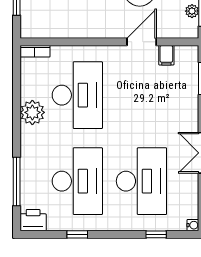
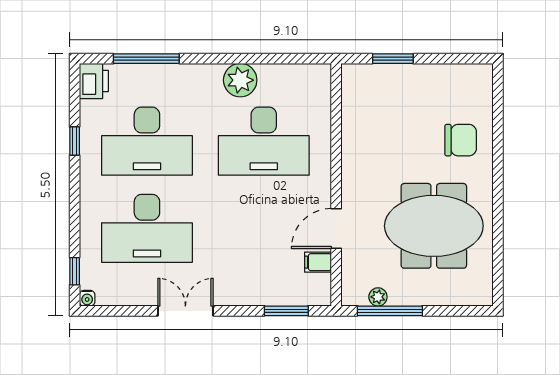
door: (142, 42) -> (336, 228), swing flipped
bookcase: (35, 51) -> (323, 84), removed
window: (156, 234) -> (75, 271), moved

